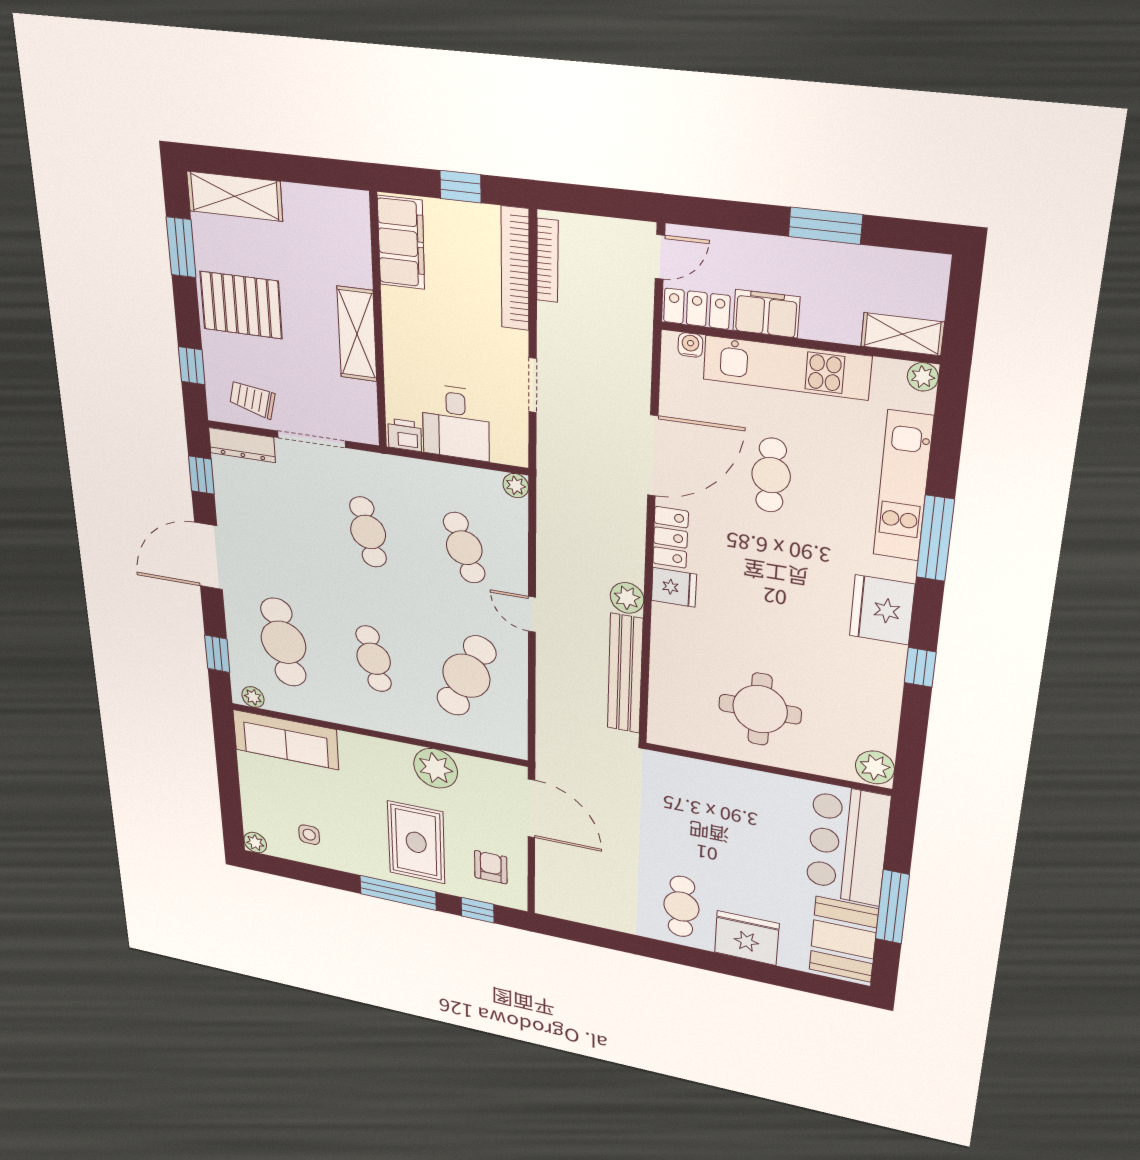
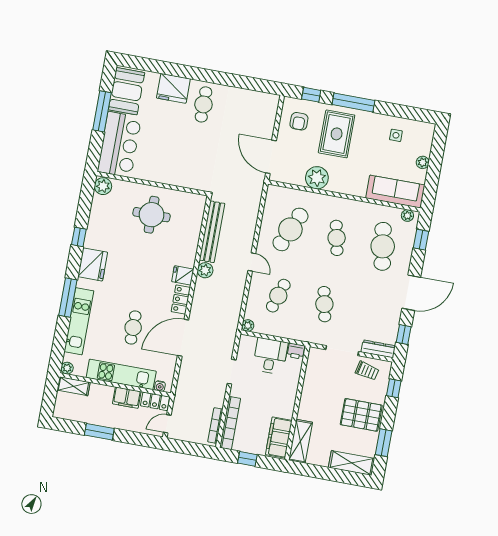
shelving: (357, 334) -> (300, 441), moved
cafe table: (464, 548) -> (278, 296), turned 36
plant: (255, 843) -> (423, 162), moved

